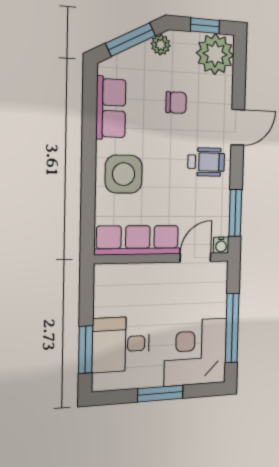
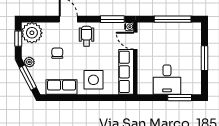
desk: (121, 344) -> (167, 80), moved
corner desk: (196, 352) -> (184, 39), removed

